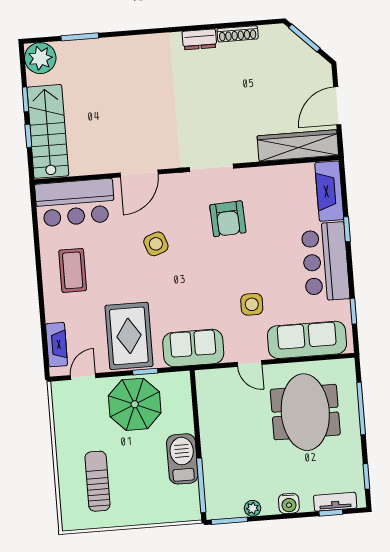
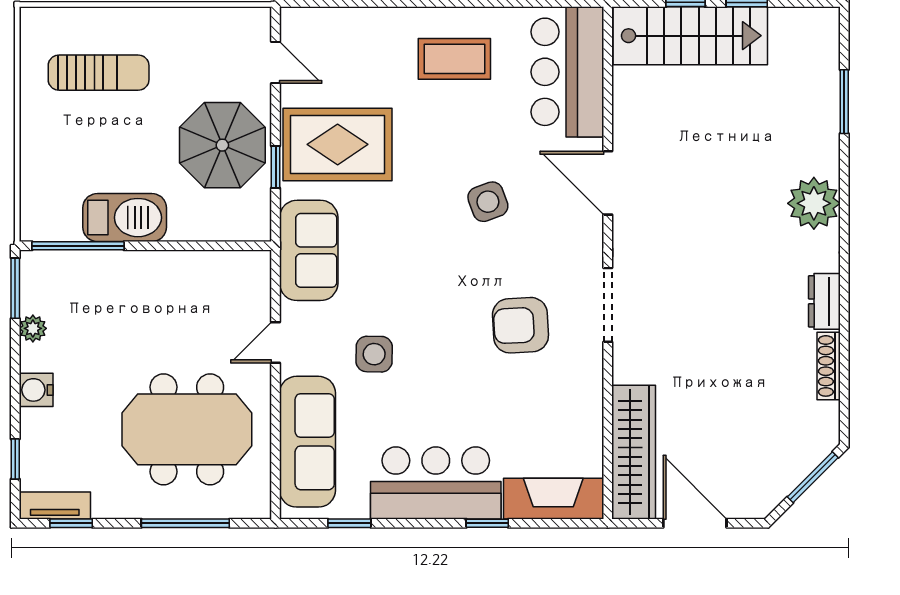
plant: (40, 58) -> (814, 203), moved
fireplace: (57, 345) -> (332, 22), removed
tv unit: (335, 502) -> (55, 505), moved, turned -90

